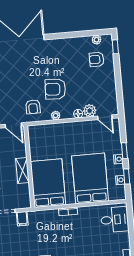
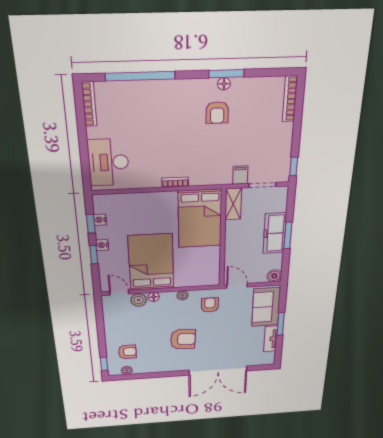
armchair: (55, 89) -> (183, 339), moved
shelving: (22, 171) -> (233, 204), moved
bed: (90, 178) -> (151, 262), moved, turned 180
desk: (115, 220) -> (108, 162), width x1.37

